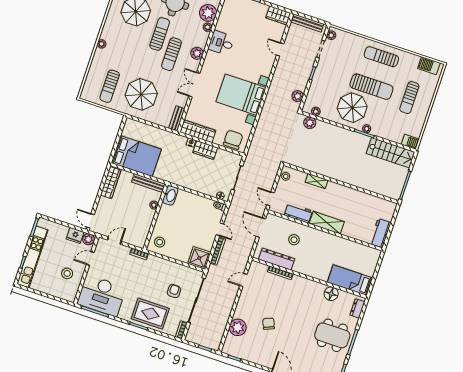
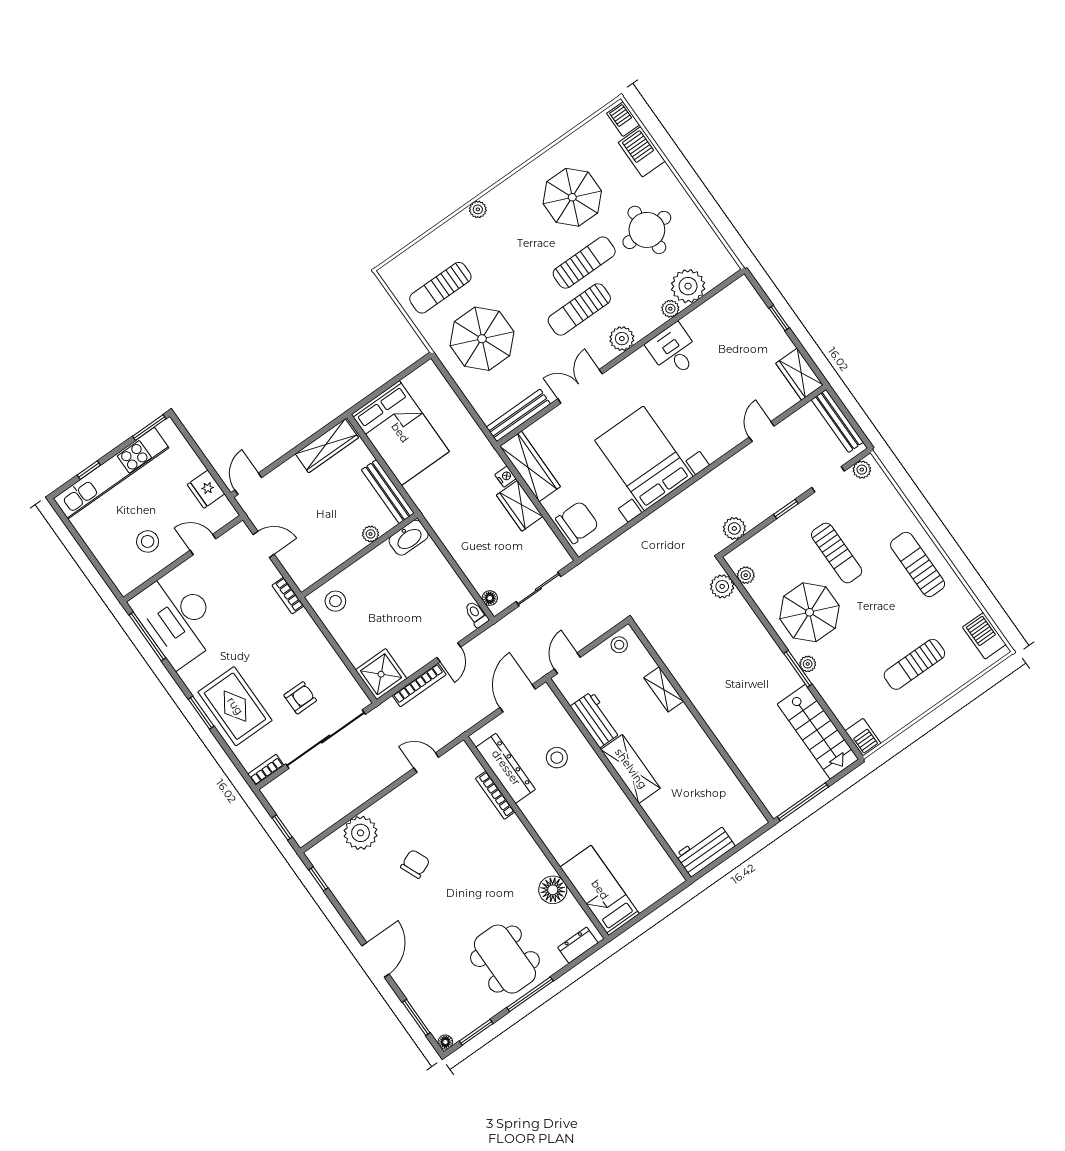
sun lounger: (371, 87) -> (837, 553), moved, width x0.73, depth x0.75
bench: (177, 119) -> (518, 415), width x1.36
plant: (88, 239) -> (223, 511), removed

